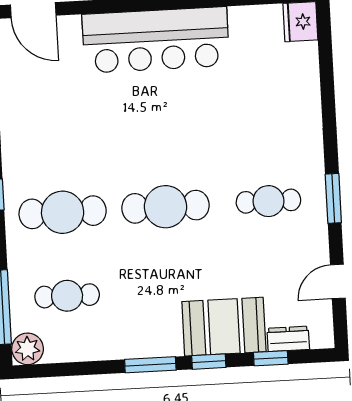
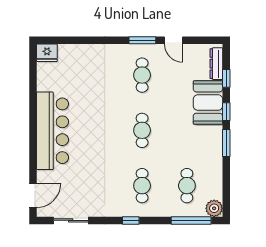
cafe table: (165, 207) -> (142, 130), width x0.73, depth x0.74
cafe table: (63, 212) -> (142, 186), width x0.73, depth x0.74
door: (338, 281) -> (173, 40), moved
dresser: (288, 339) -> (216, 64), width x1.44

